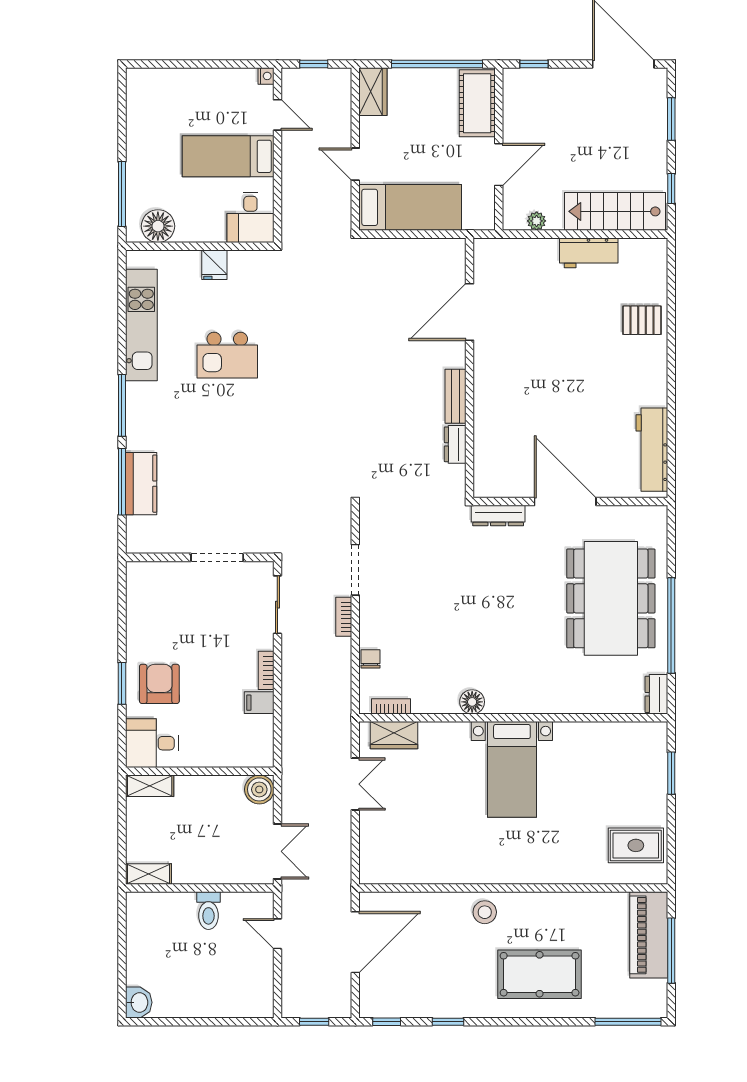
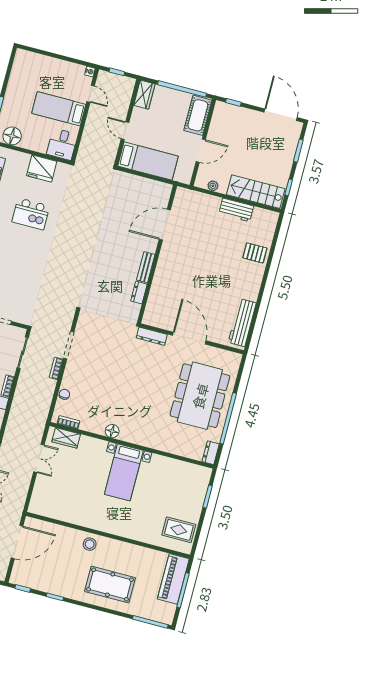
fridge: (214, 265) -> (42, 168), width x1.88, depth x1.34

